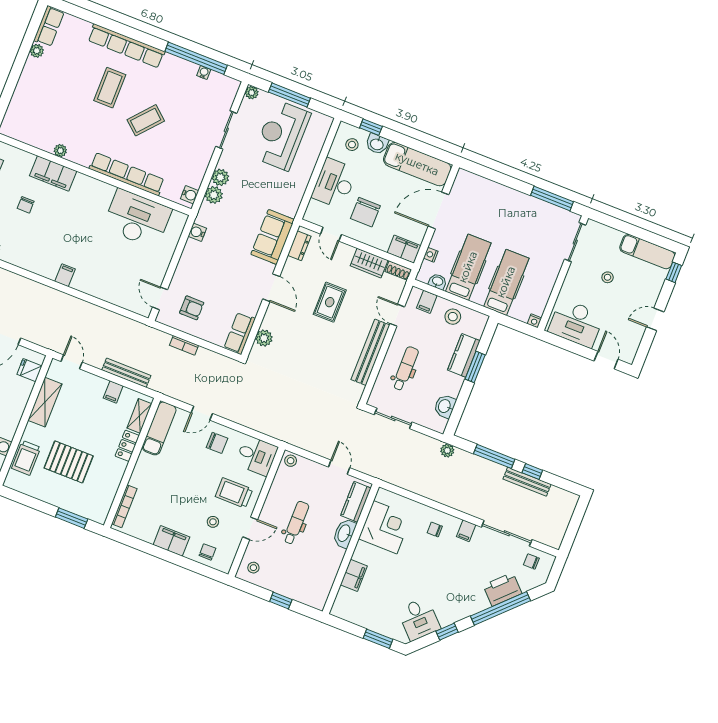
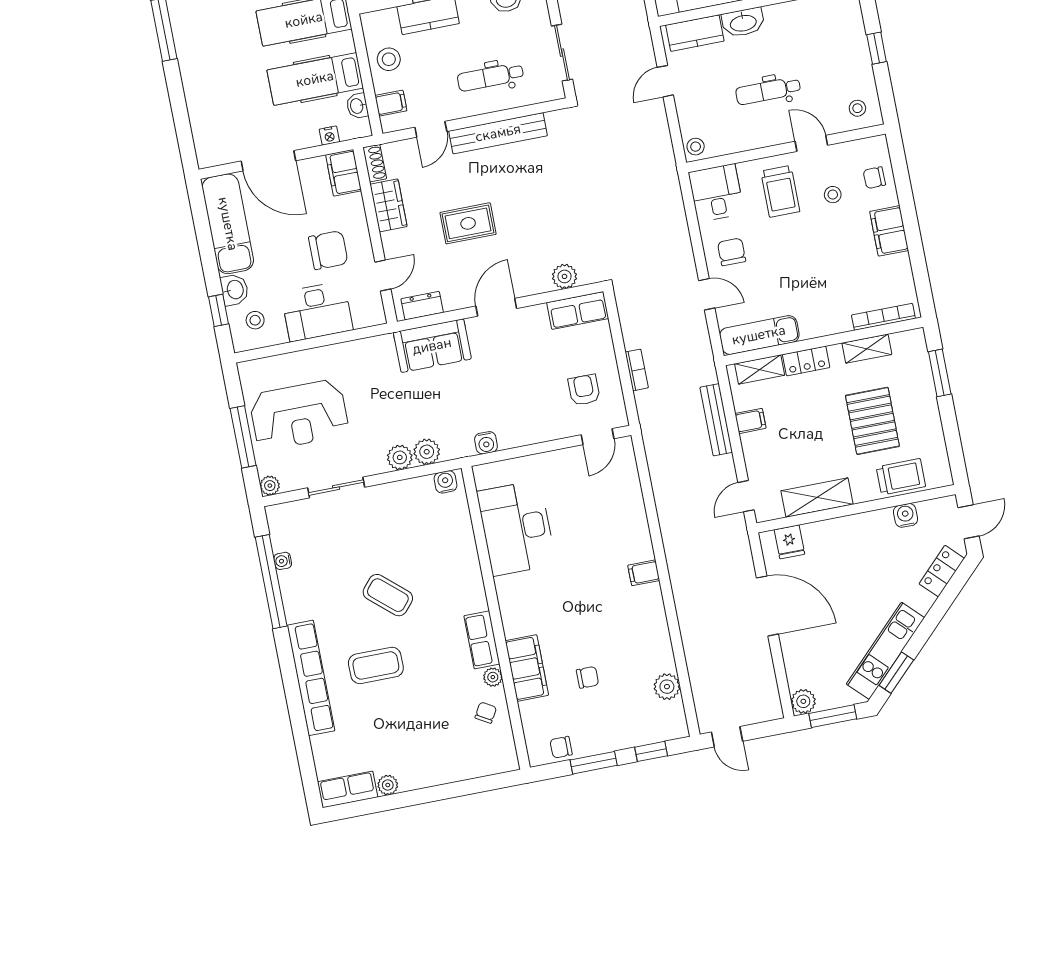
chair: (43, 133) -> (486, 713), added
row of seats: (127, 174) -> (482, 640), moved, width x0.50
shelving: (112, 485) -> (867, 349), added

